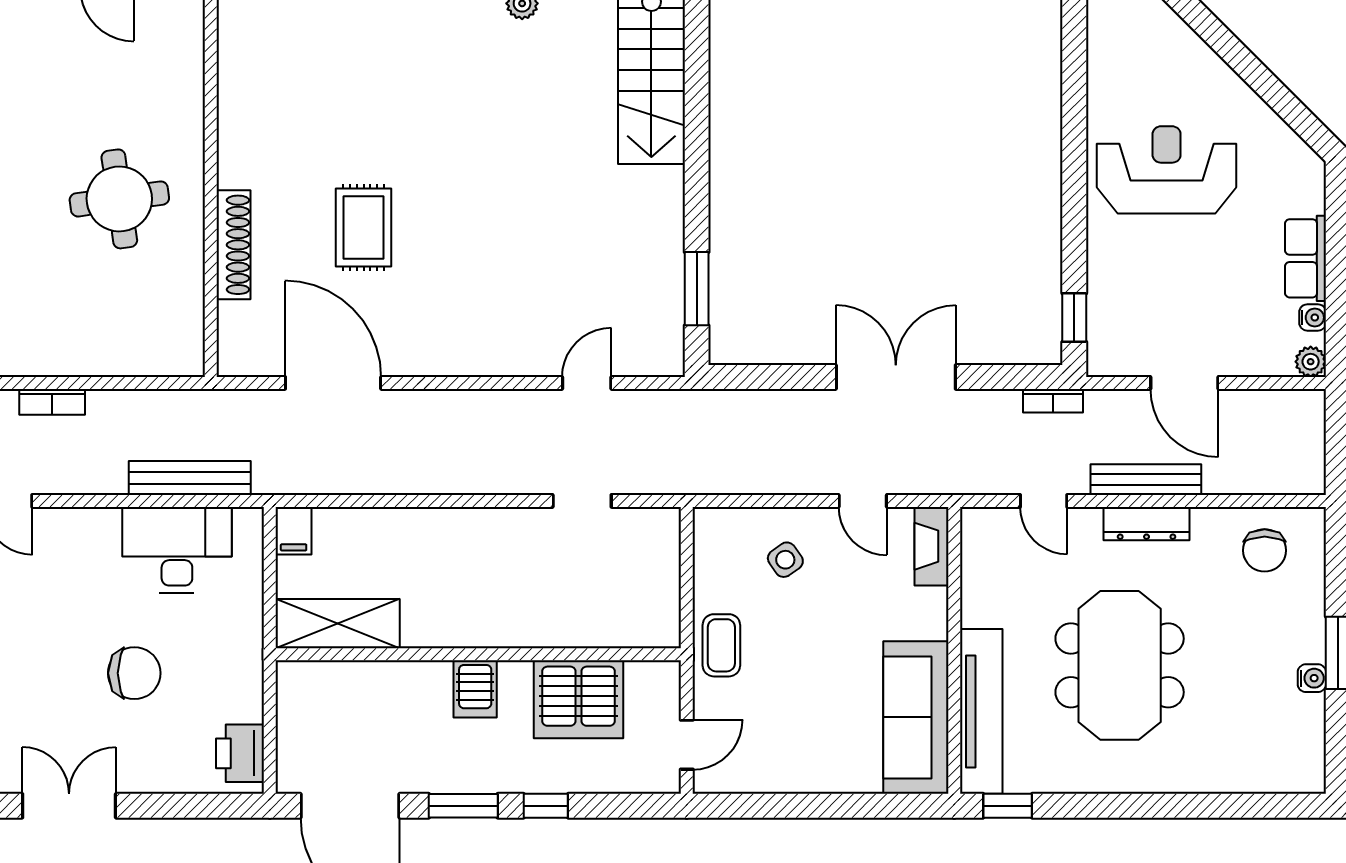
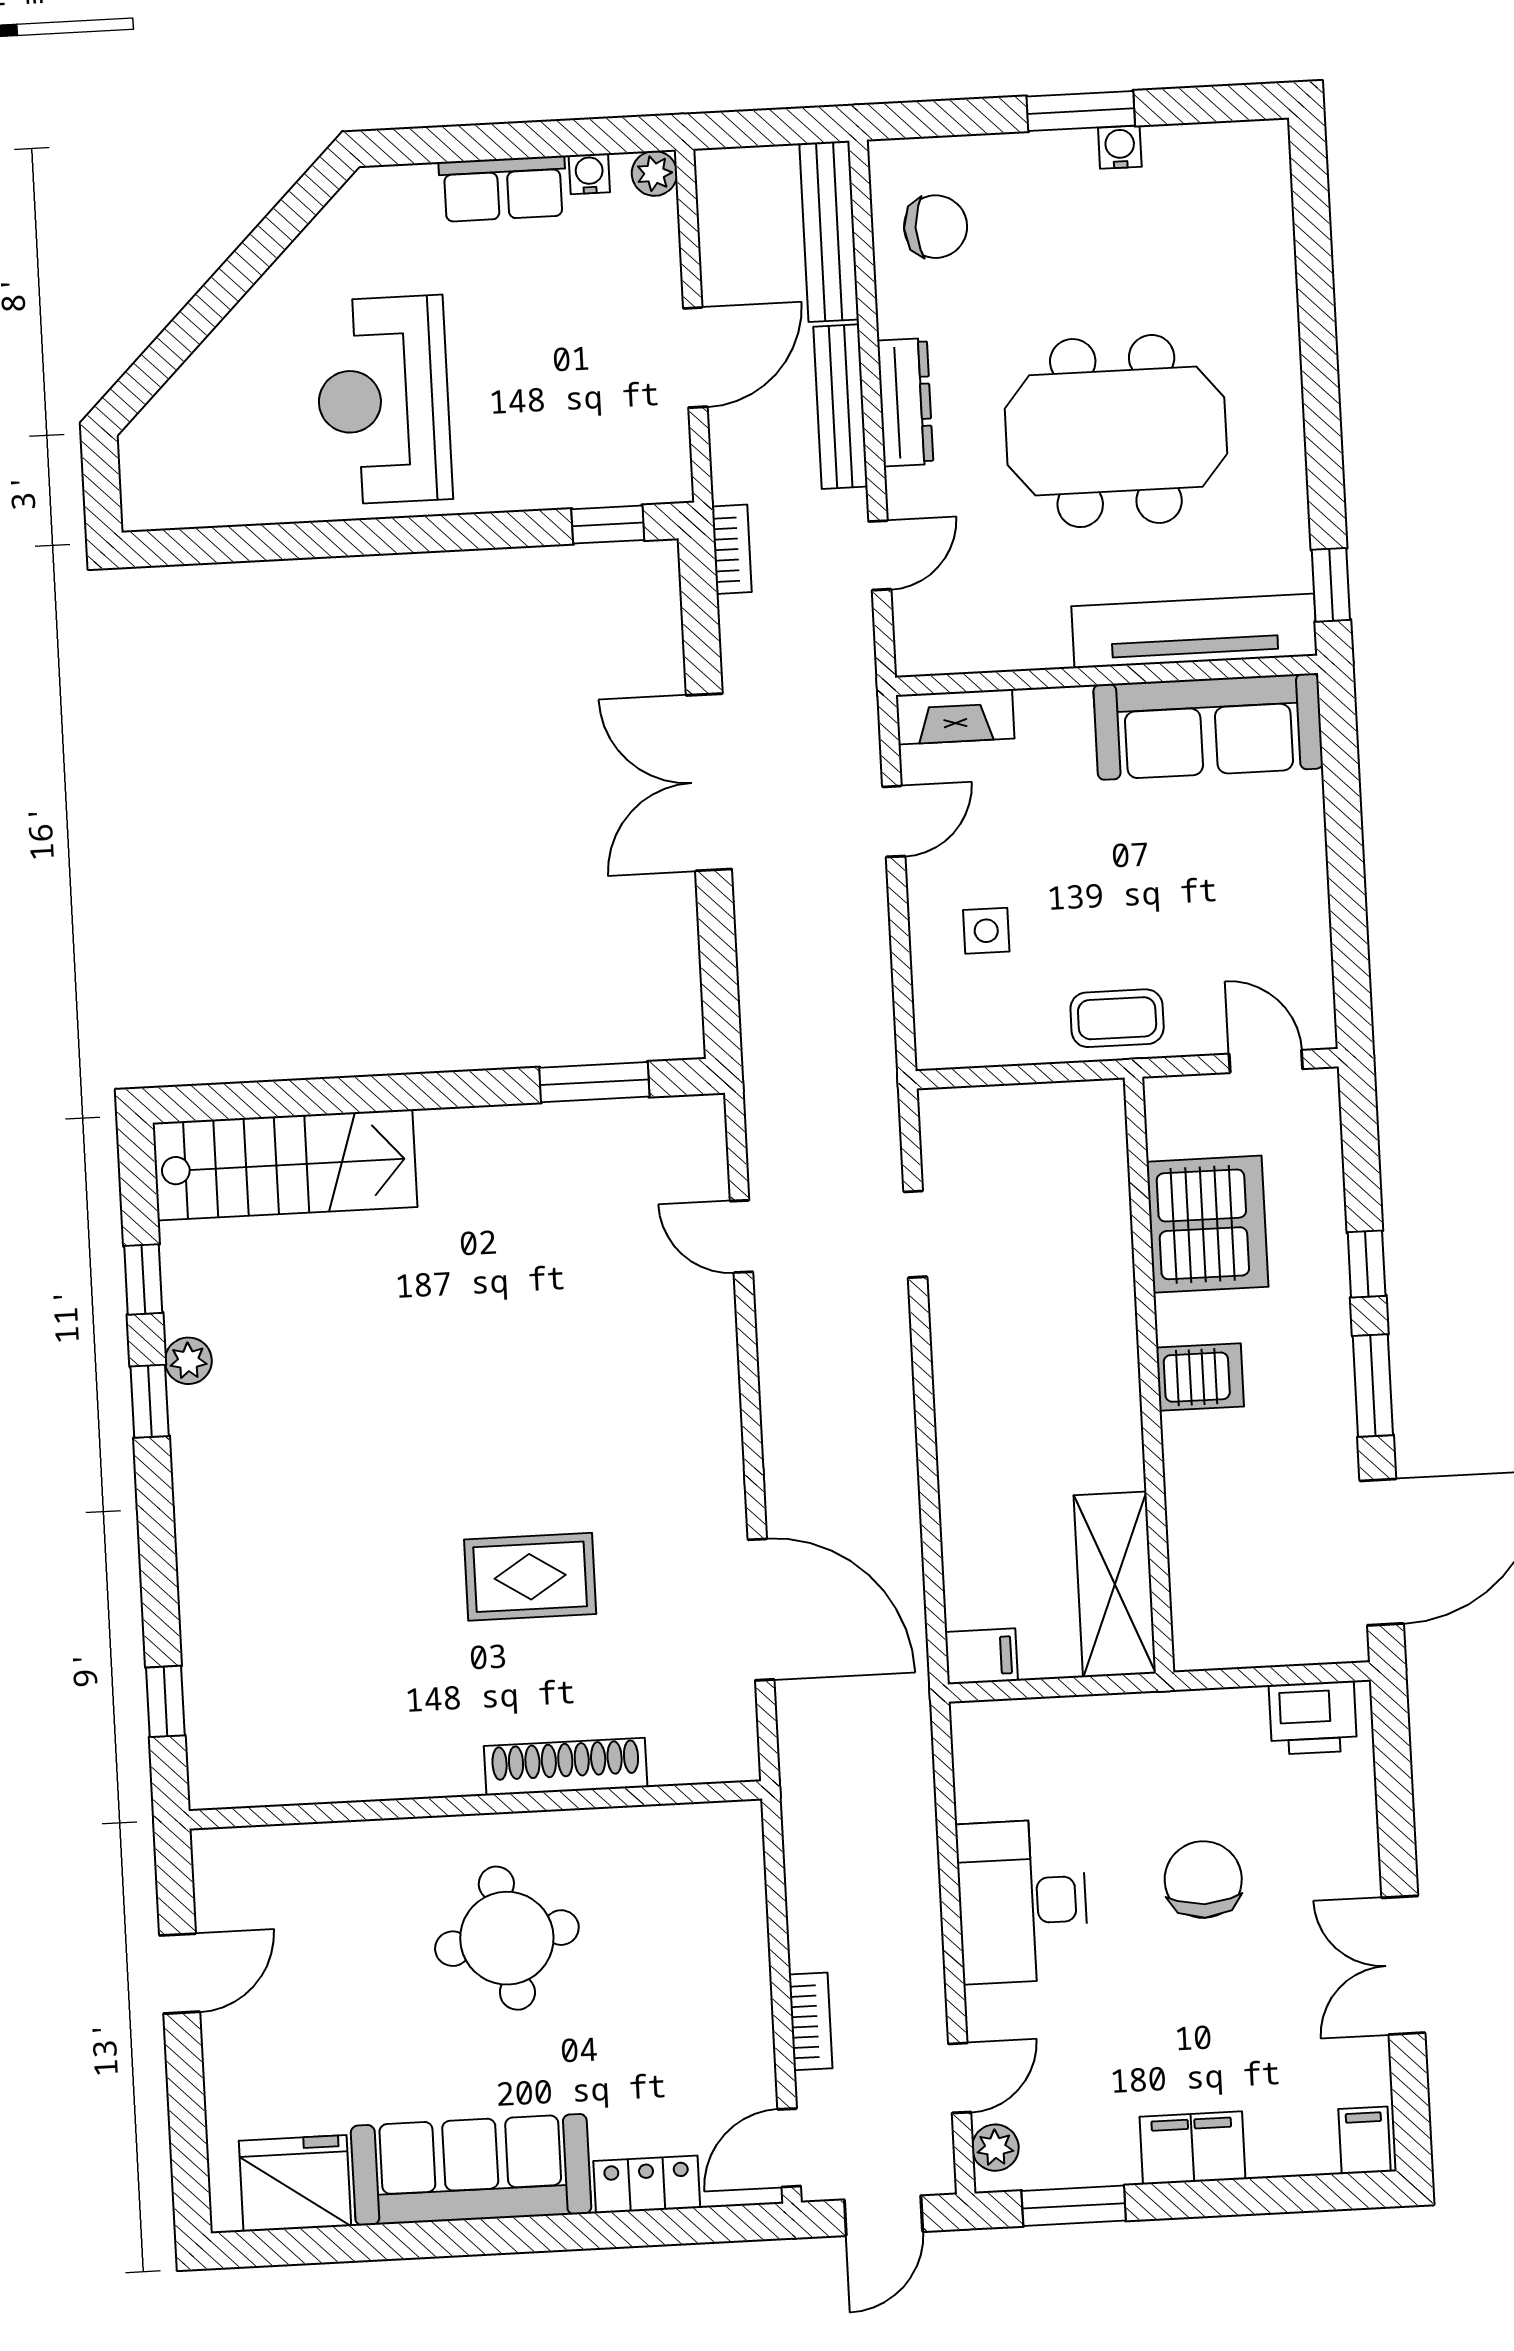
door: (333, 383) -> (761, 1610), swing flipped
bench: (190, 478) -> (829, 231), moved
desk: (177, 550) -> (1022, 1901), moved
side table: (785, 560) -> (986, 931), turned 35

